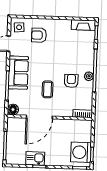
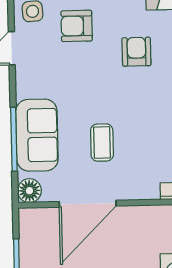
sofa: (18, 73) -> (37, 135), moved
armchair: (71, 81) -> (136, 52), moved

